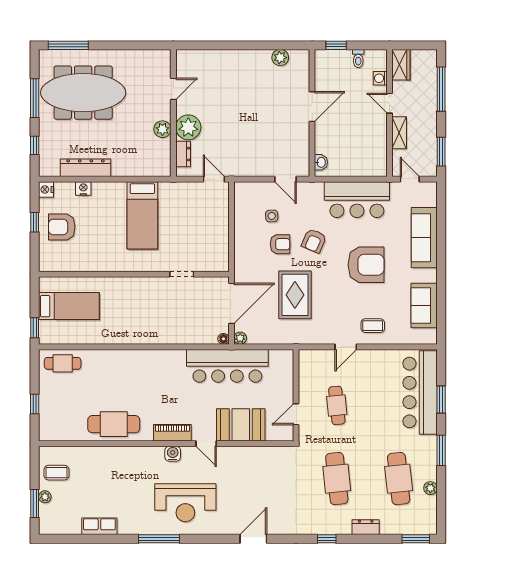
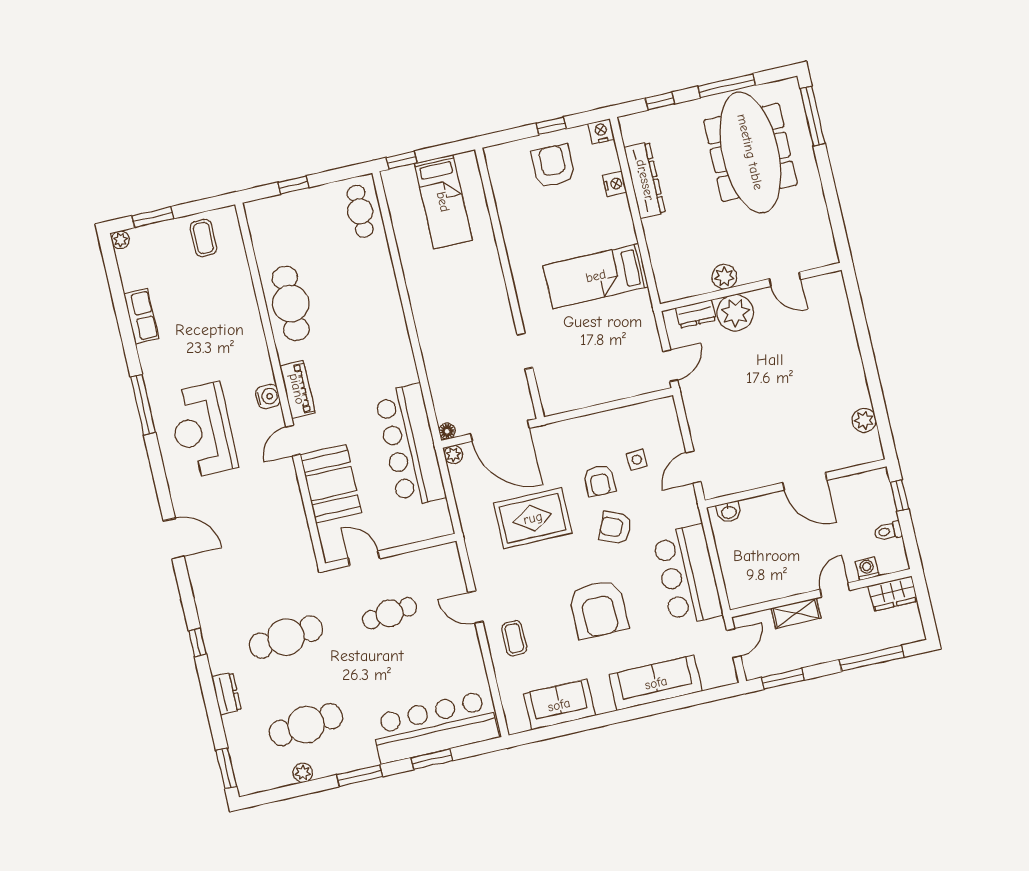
plant: (45, 497) -> (120, 240), moved

